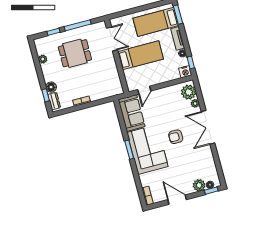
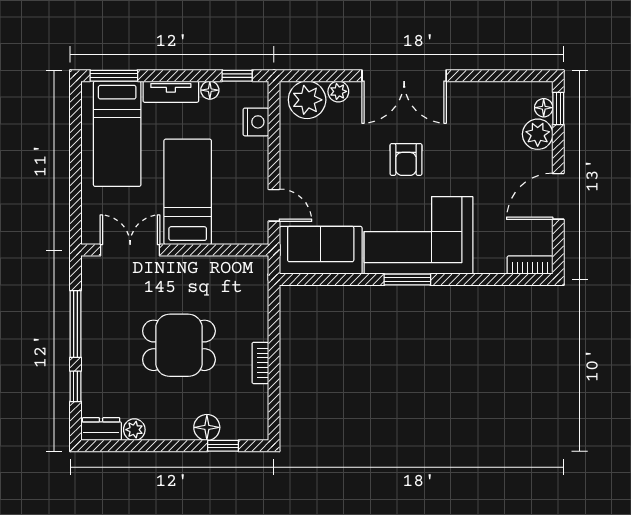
dining table: (75, 53) -> (179, 345), moved, turned 90
nightstand: (185, 72) -> (256, 122), moved
dresser: (54, 101) -> (101, 429), moved

